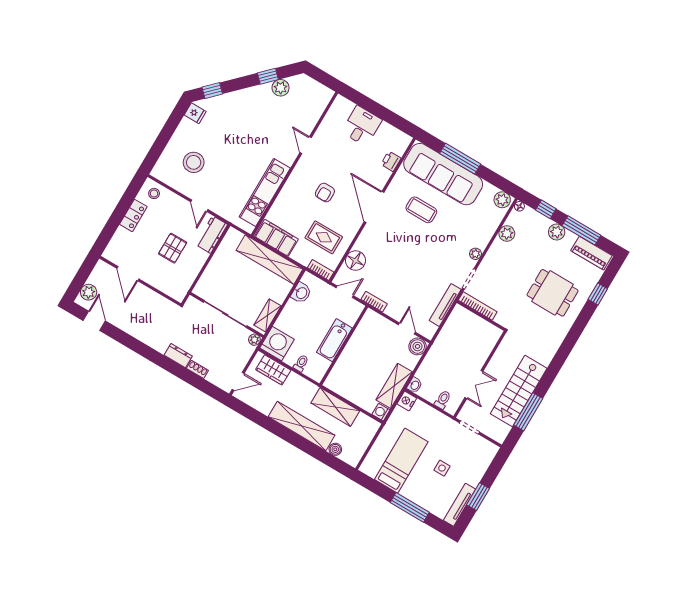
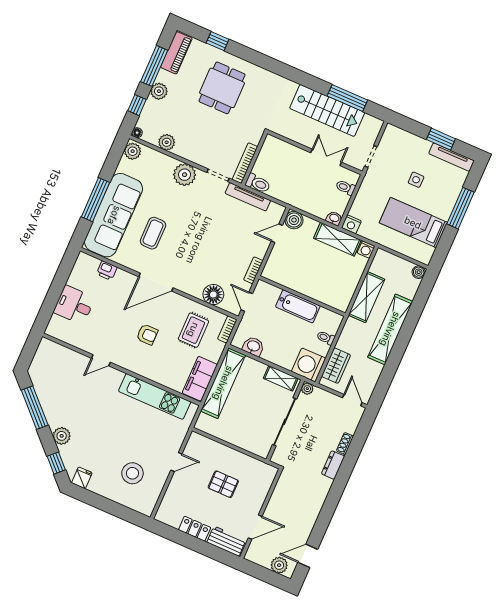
window: (268, 76) -> (35, 408), width x2.17
plant: (281, 88) -> (62, 436), moved
stool: (154, 193) -> (169, 510), removed
workbench: (212, 234) -> (226, 541), moved, turned 180
plant: (476, 254) -> (185, 175), width x1.88, depth x1.88
toilet: (457, 316) -> (258, 183), added
boiler: (335, 449) -> (419, 272), moved

